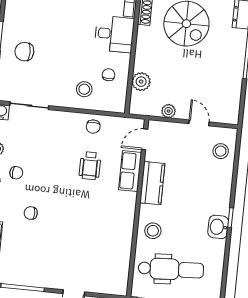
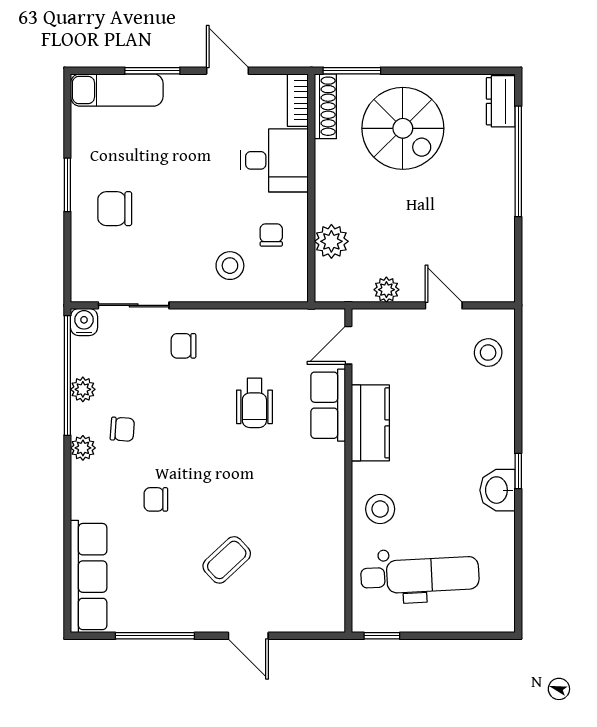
chair: (93, 127) -> (183, 346), moved, turned 90
coffee table: (66, 250) -> (227, 560), added

